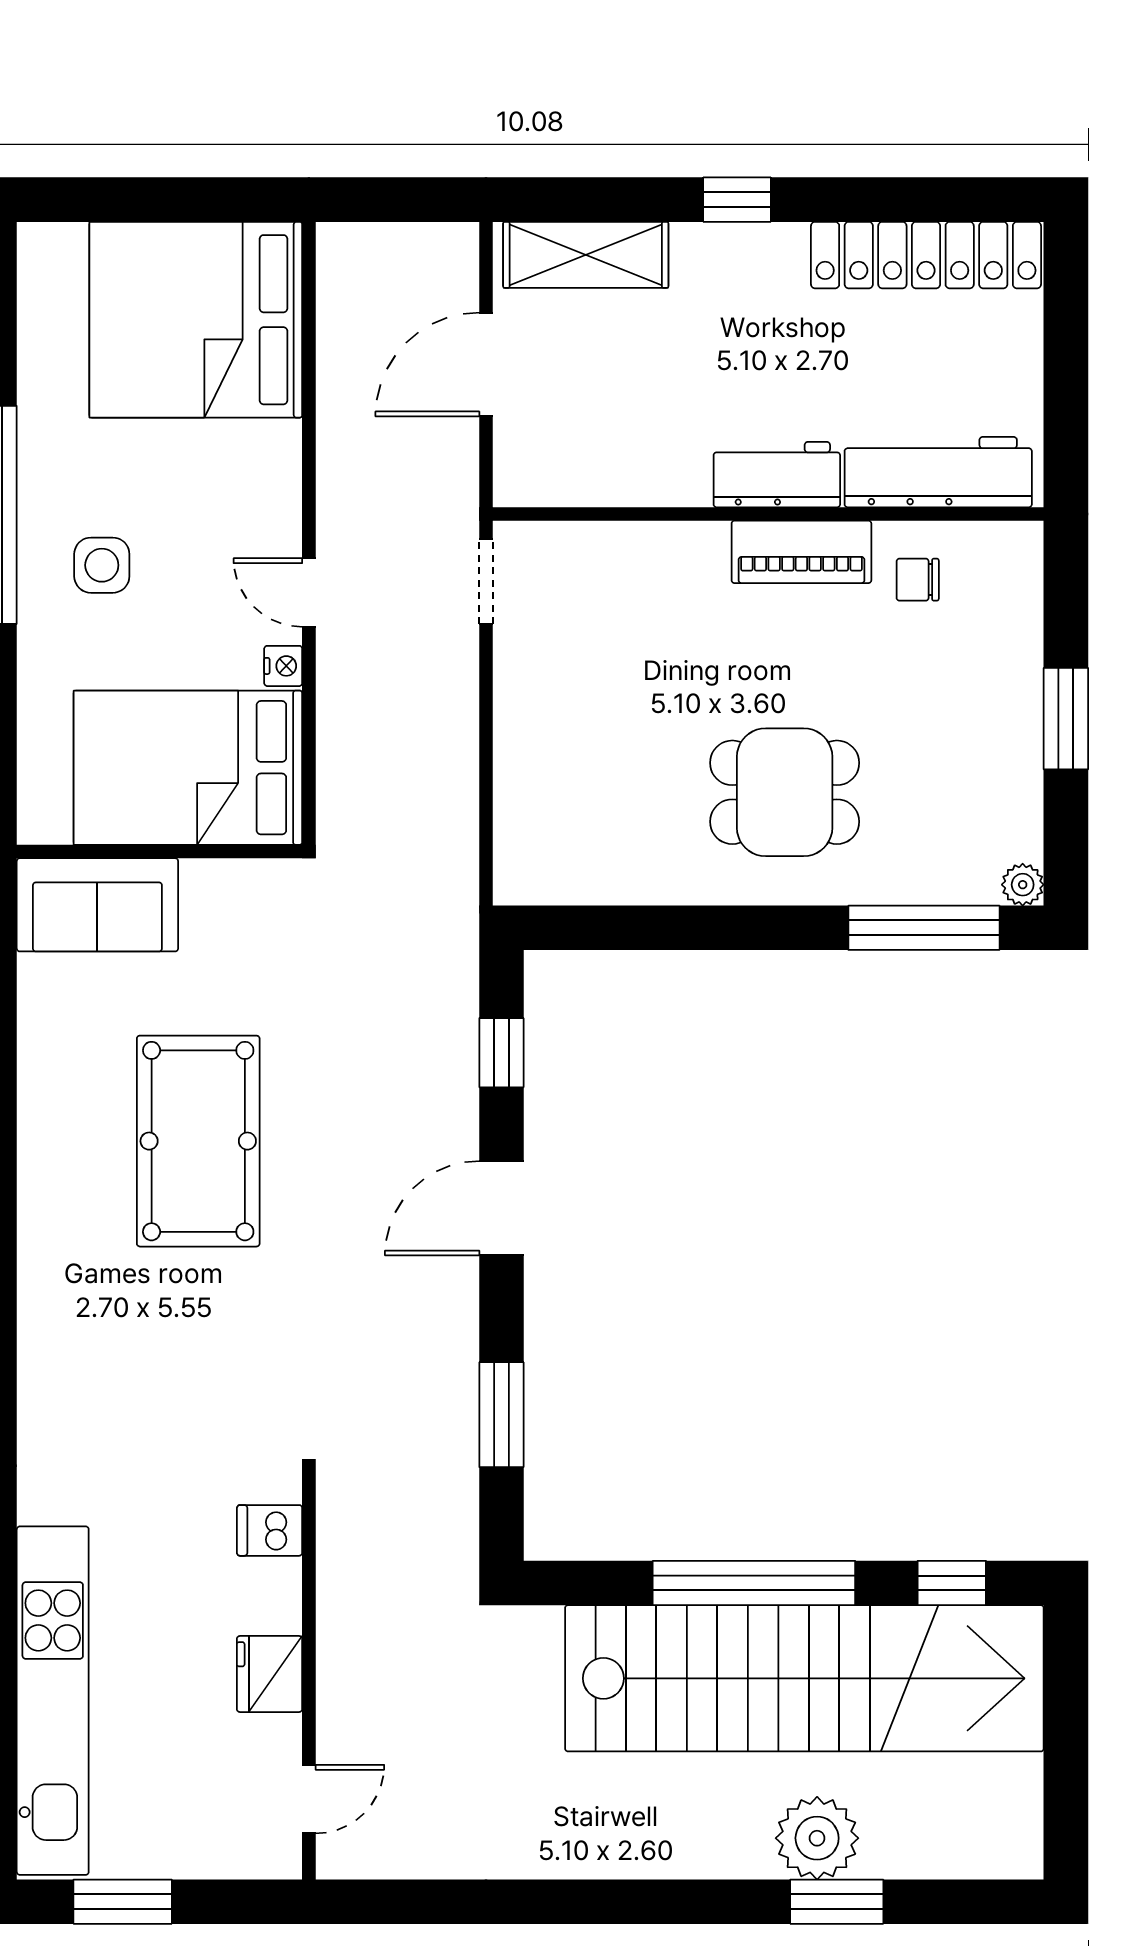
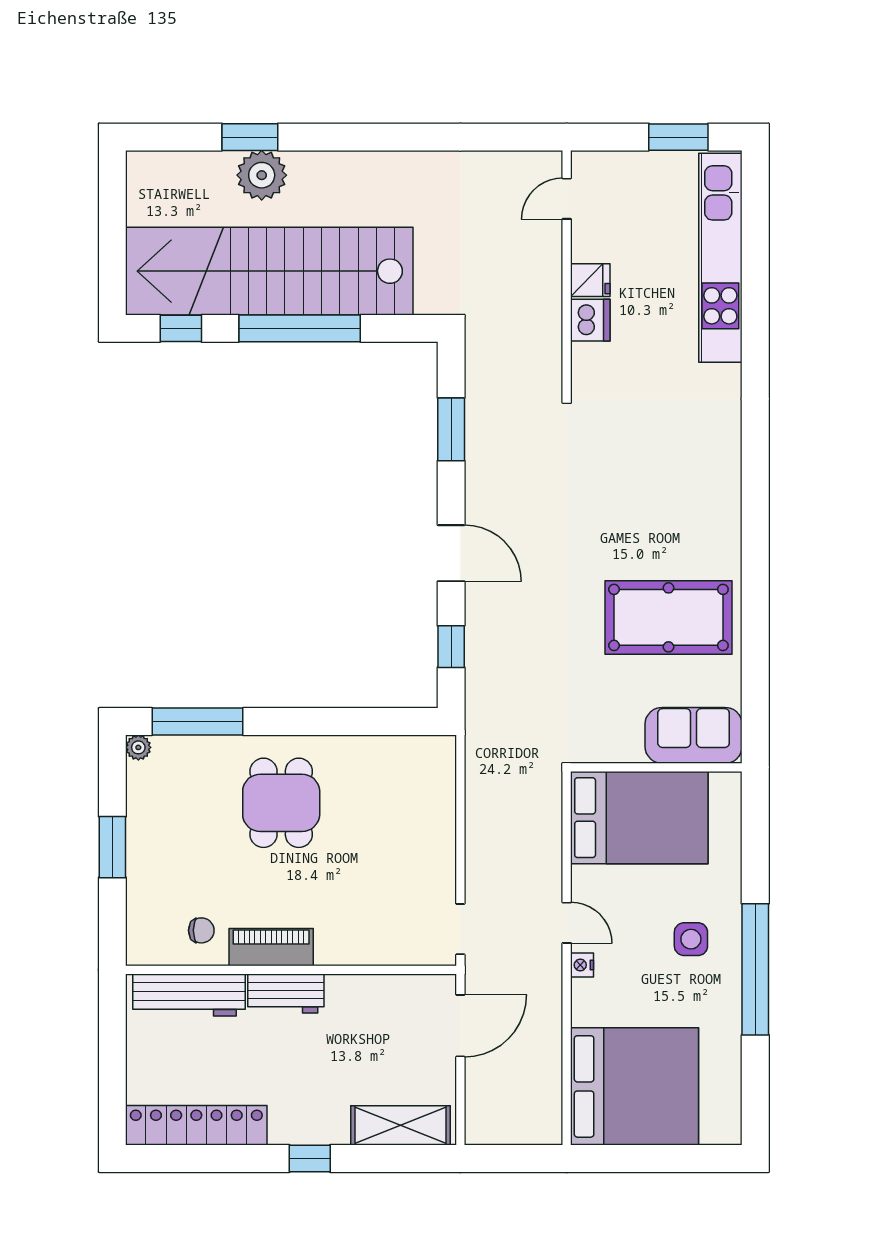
door: (486, 364) -> (460, 1026), moved
nightstand: (283, 666) -> (582, 965), moved
dining table: (785, 792) -> (281, 803), turned 90
pool table: (198, 1141) -> (668, 617), moved, turned 90
door: (501, 1208) -> (451, 553), hinge flipped
dishwasher: (270, 1530) -> (590, 320), moved, width x1.38
fridge: (269, 1674) -> (590, 280), width x0.72

